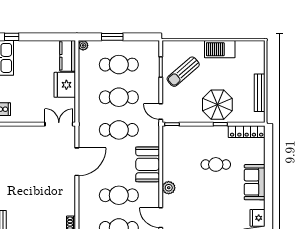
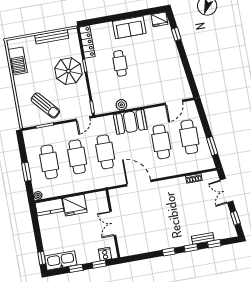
barbecue: (220, 49) -> (18, 61), moved
double door: (59, 124) -> (113, 223), moved
plant: (169, 188) -> (121, 105), moved

